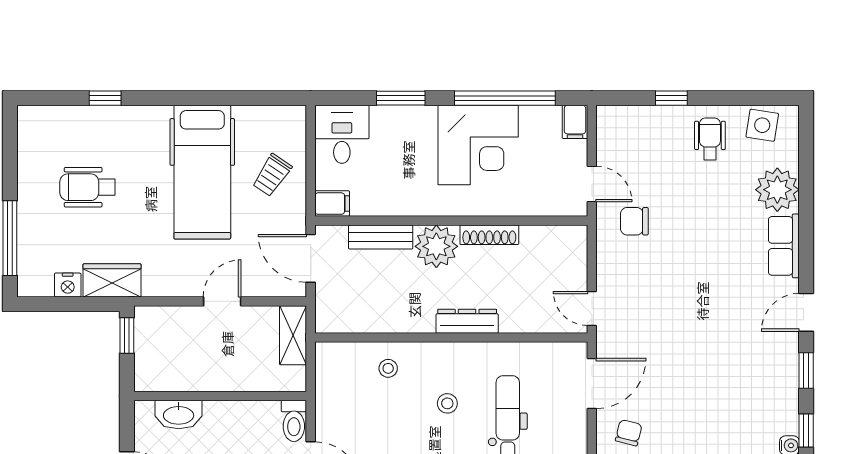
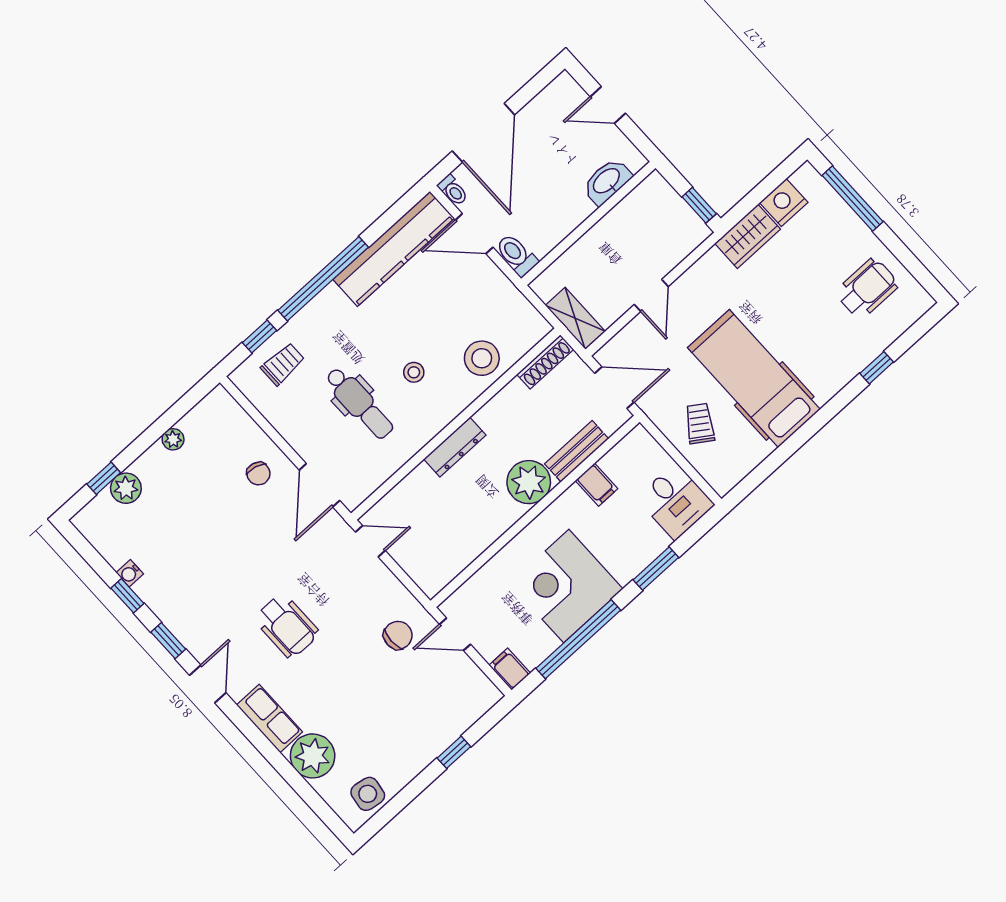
wheelchair: (710, 139) -> (287, 626), moved, width x1.36, depth x1.37
wheelchair: (88, 187) -> (867, 289), moved
filing cabinet: (332, 204) -> (597, 485), moved, turned -90
shoe rack: (489, 235) -> (545, 362), moved, turned 180
nightstand: (68, 285) -> (784, 202), width x1.36, depth x1.33
stool: (388, 368) -> (482, 358), width x1.89, depth x1.89

